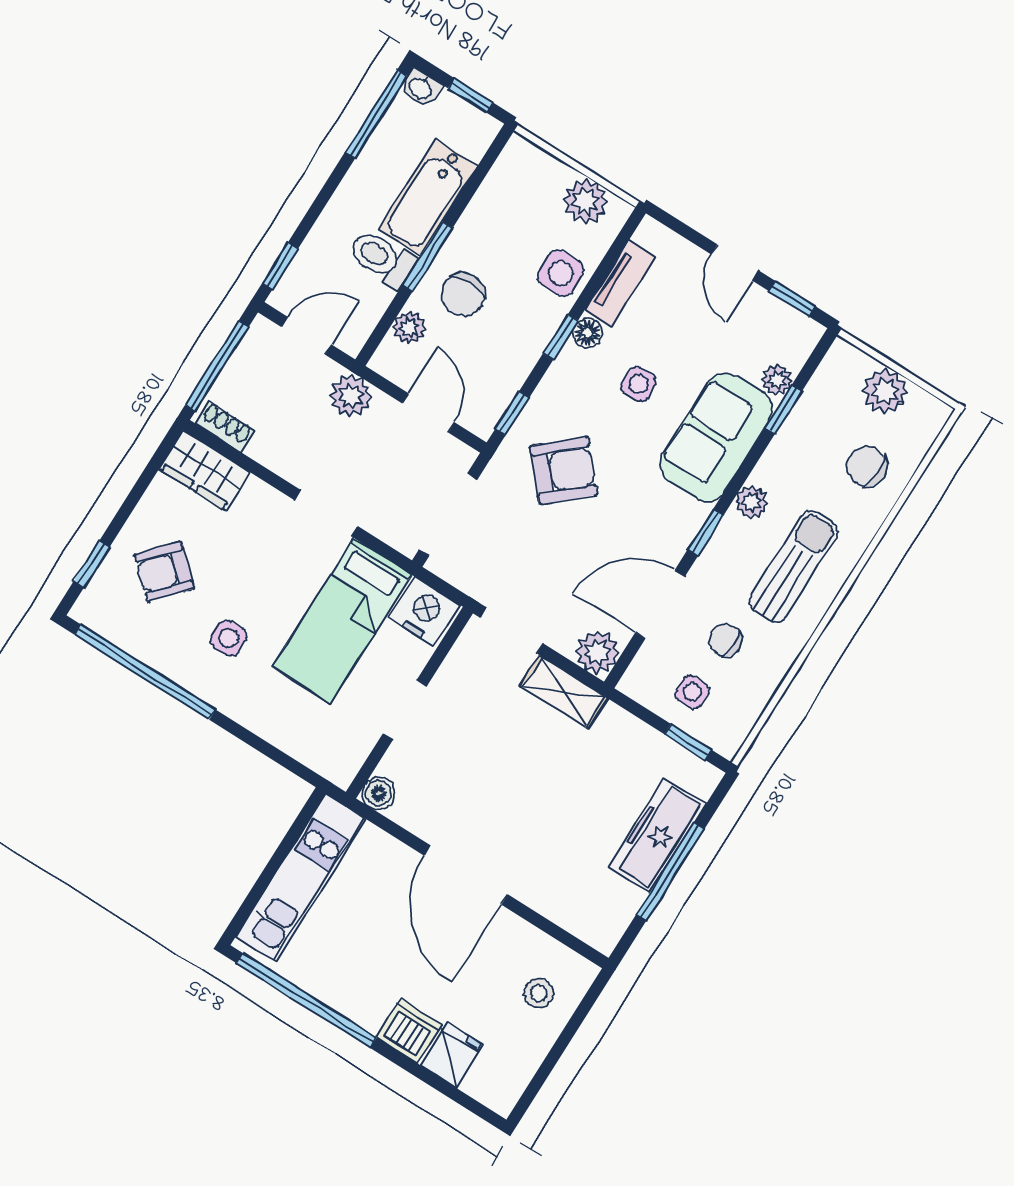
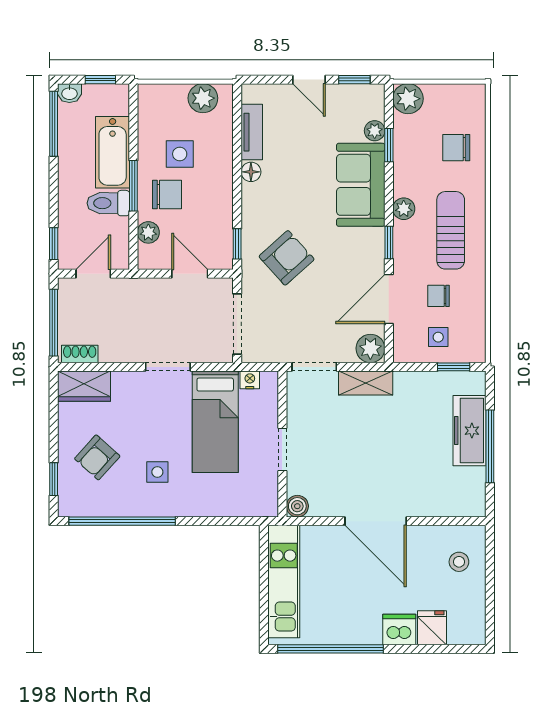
side table: (561, 273) -> (180, 154), moved
chair: (463, 294) -> (167, 194), turned -90
window: (560, 337) -> (237, 184), removed
side table: (638, 384) -> (298, 183), removed
plant: (885, 391) -> (408, 99), moved
plant: (351, 396) -> (140, 292), removed
nightstand: (425, 611) -> (250, 380), width x0.53, depth x0.56

